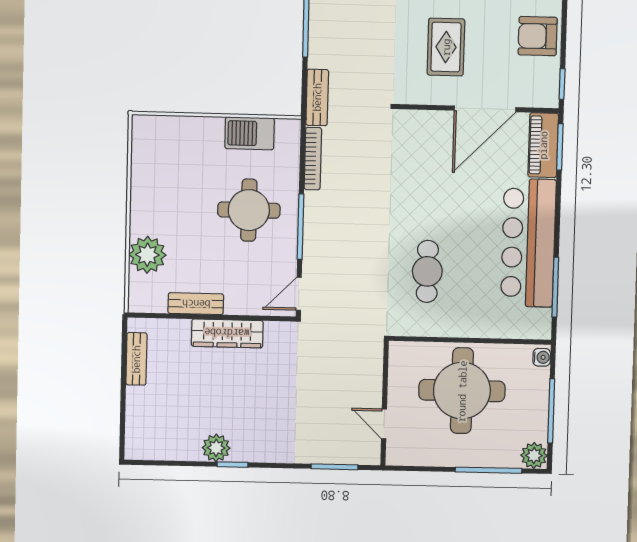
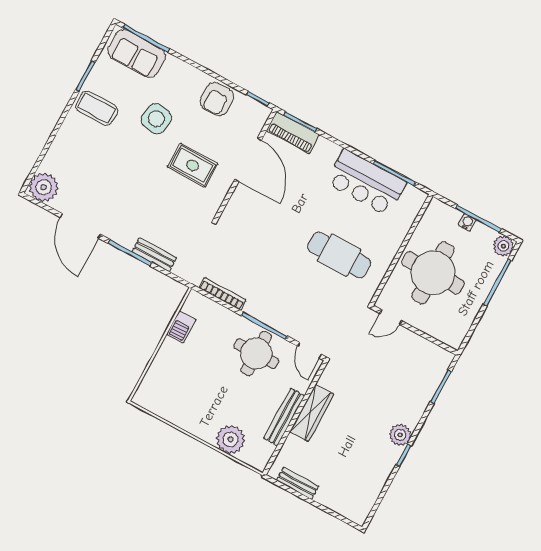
bench: (317, 97) -> (154, 255), moved
barbecue: (250, 133) -> (181, 327), width x0.73, depth x0.79
round table: (249, 210) -> (256, 354), moved
bar counter: (528, 243) -> (366, 182), width x0.73
cafe table: (427, 271) -> (339, 255), width x1.37, depth x1.35
bench: (196, 304) -> (284, 417), width x1.36
water cooler: (542, 357) -> (467, 222), moved
door: (384, 424) -> (391, 317), moved
plant: (216, 448) -> (400, 435), moved

